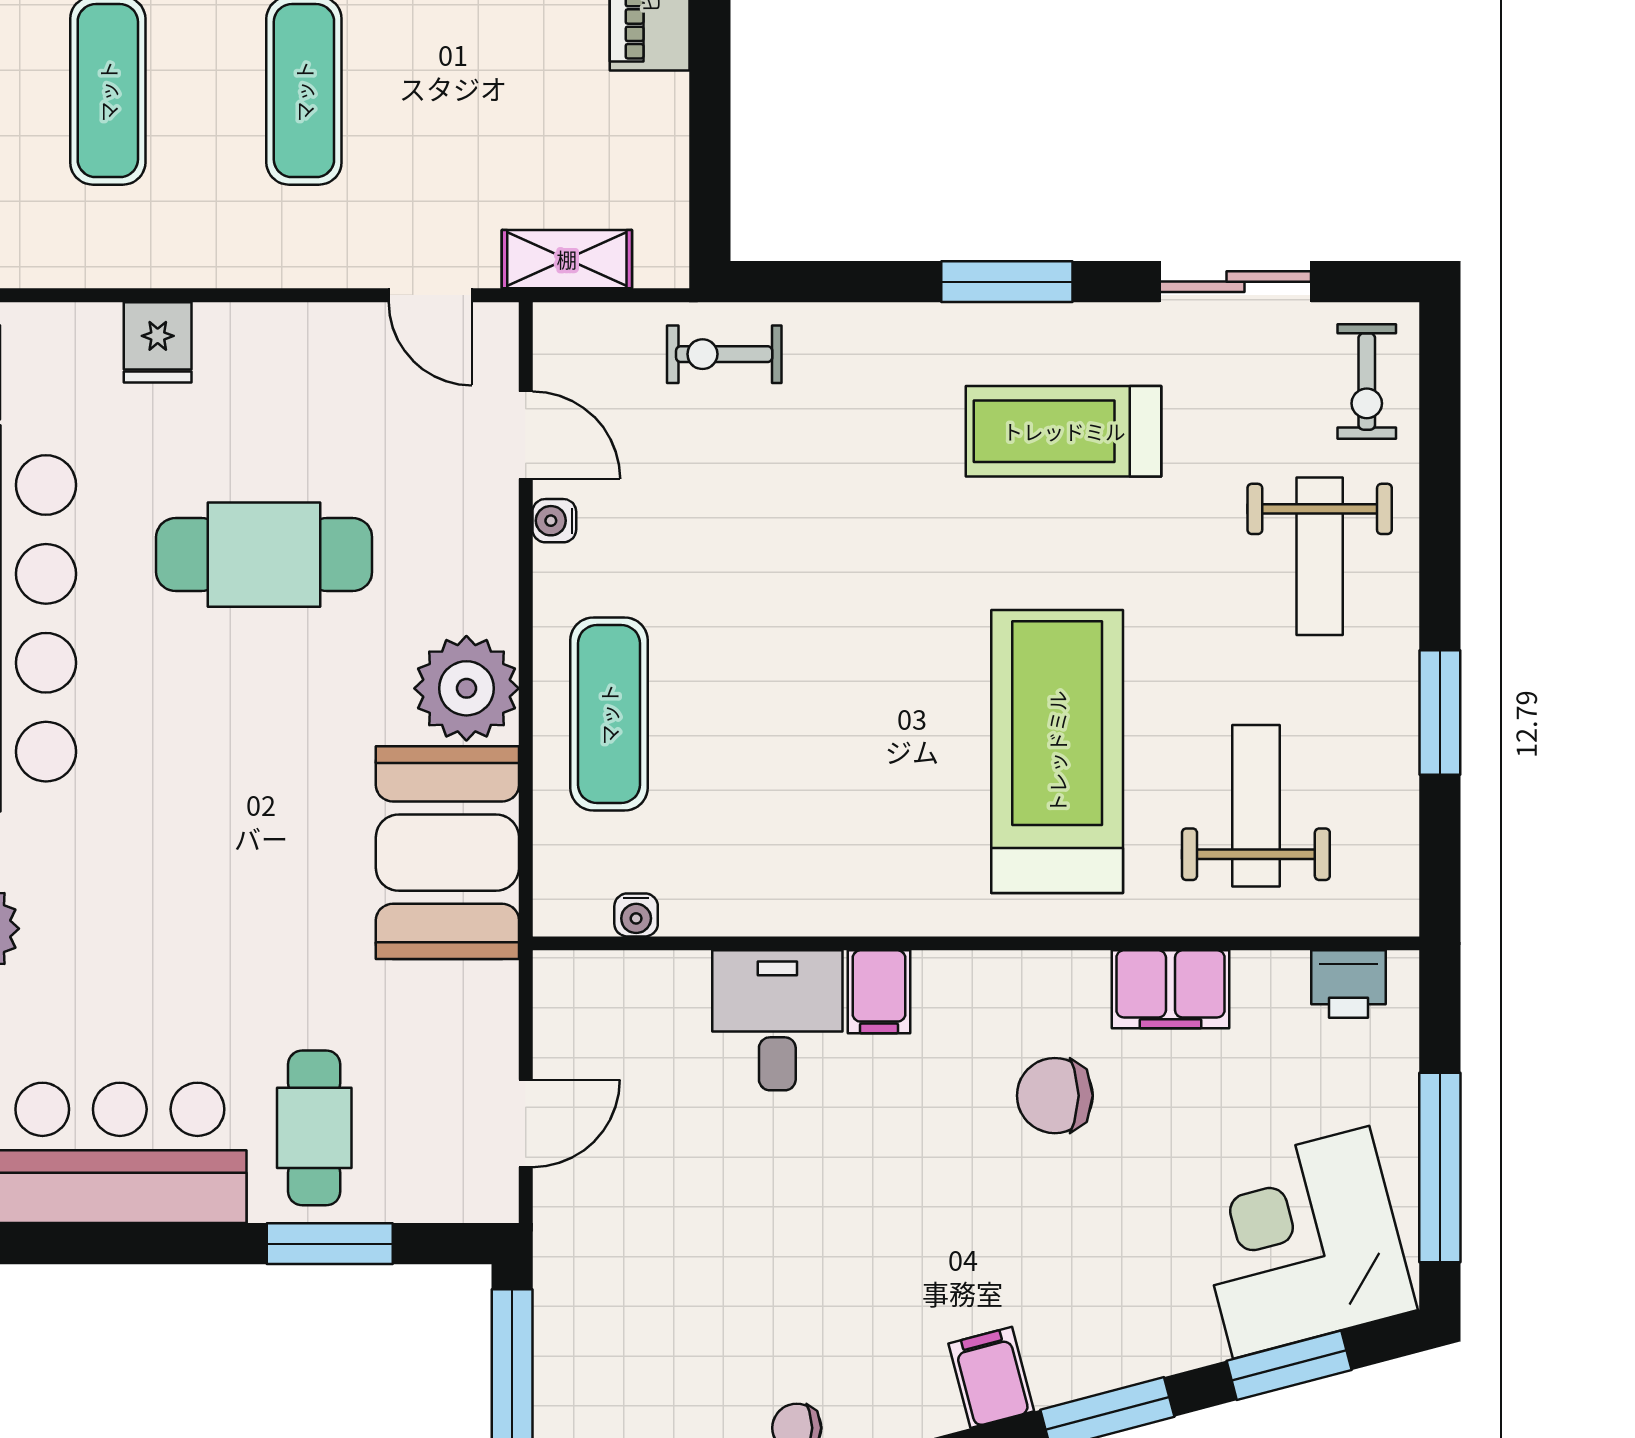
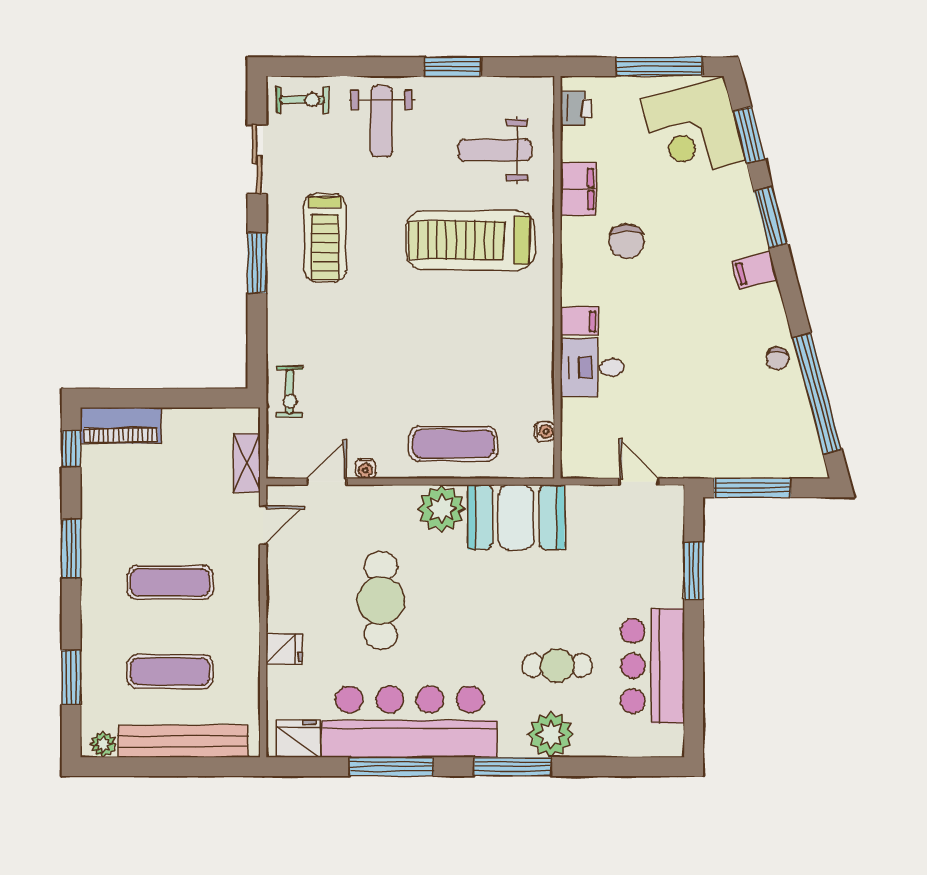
weight bench: (1320, 556) -> (382, 121), turned 90
cafe table: (314, 1128) -> (557, 665), moved

